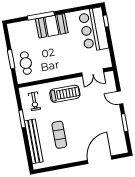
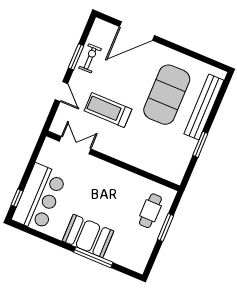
treadmill: (65, 94) -> (108, 110), moved
exercise bike: (34, 101) -> (90, 58), moved
exercise mat: (59, 135) -> (167, 95), width x2.00, depth x1.45

